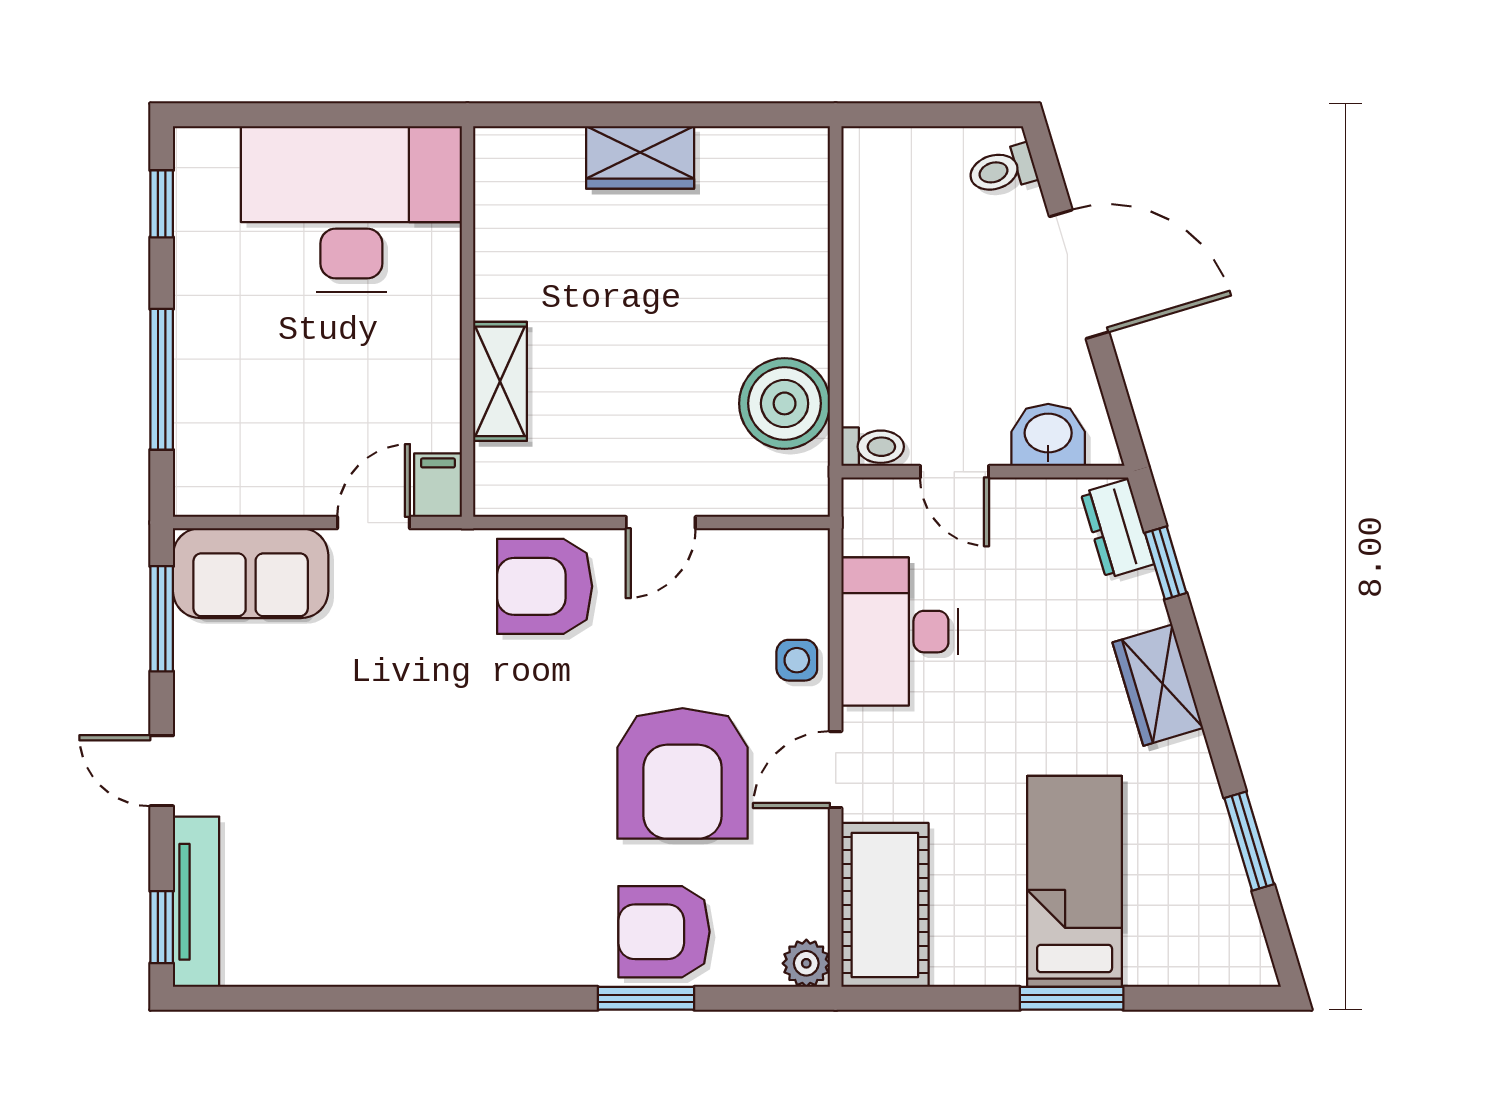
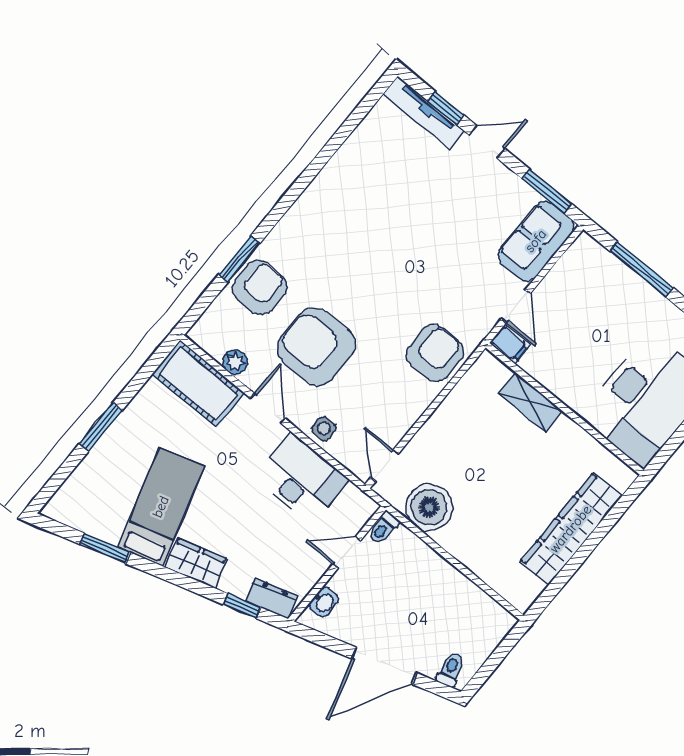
wardrobe: (640, 157) -> (571, 529), width x2.10, depth x1.17
washbasin: (1048, 435) -> (324, 602), width x0.72, depth x0.69
door: (661, 523) -> (384, 466), moved
bed: (1075, 881) -> (161, 507), moved, turned -107
window: (162, 927) -> (446, 108), moved
plant: (806, 963) -> (235, 362), moved

